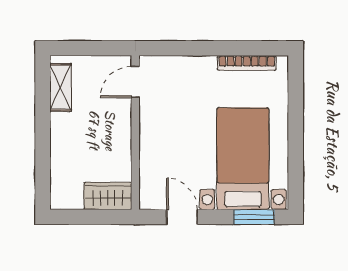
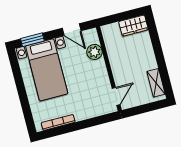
plant: (153, 168) -> (94, 52), added
wardrobe: (108, 196) -> (133, 26), moved

